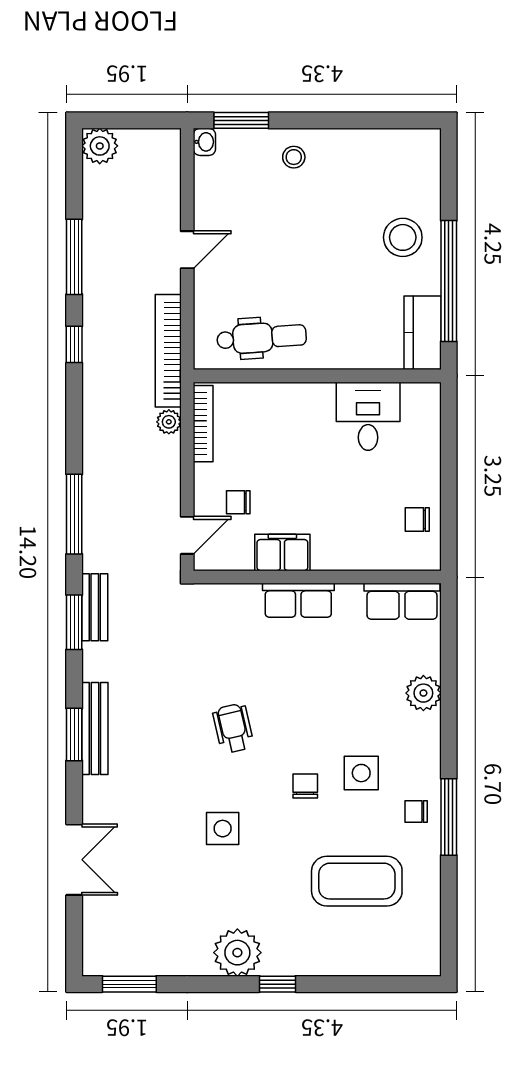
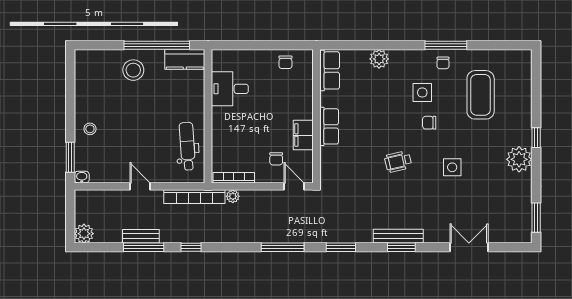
bench: (95, 607) -> (141, 236), moved

